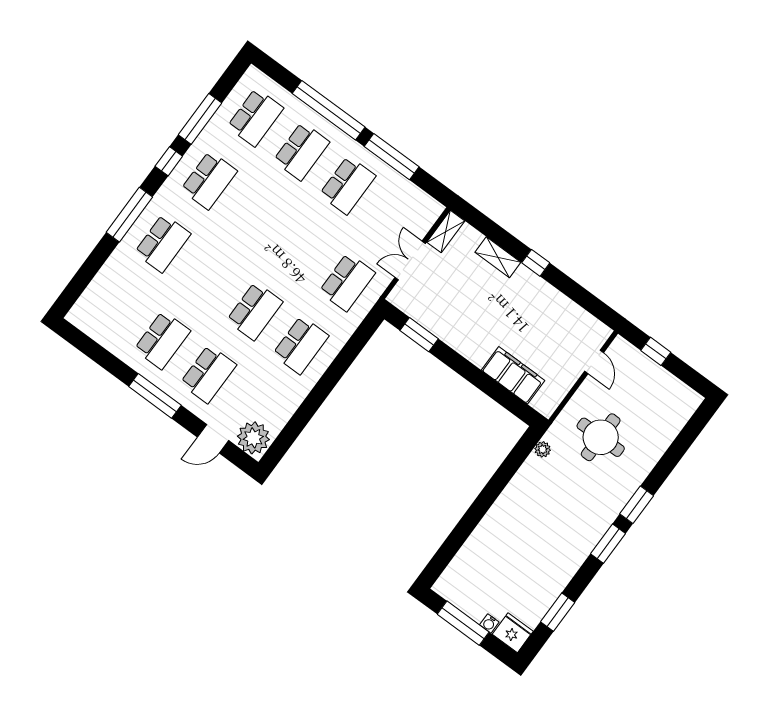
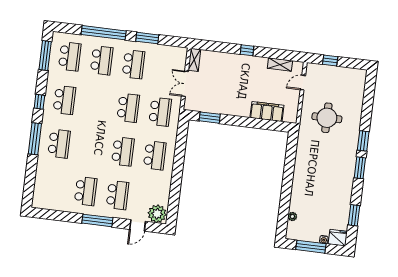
window: (200, 119) -> (45, 56), moved
window: (392, 157) -> (147, 38), width x0.69
school desk: (301, 248) -> (128, 108), added
shelving: (498, 257) -> (280, 64), moved
door: (594, 362) -> (303, 83), swing flipped
plant: (543, 449) -> (292, 216), moved

